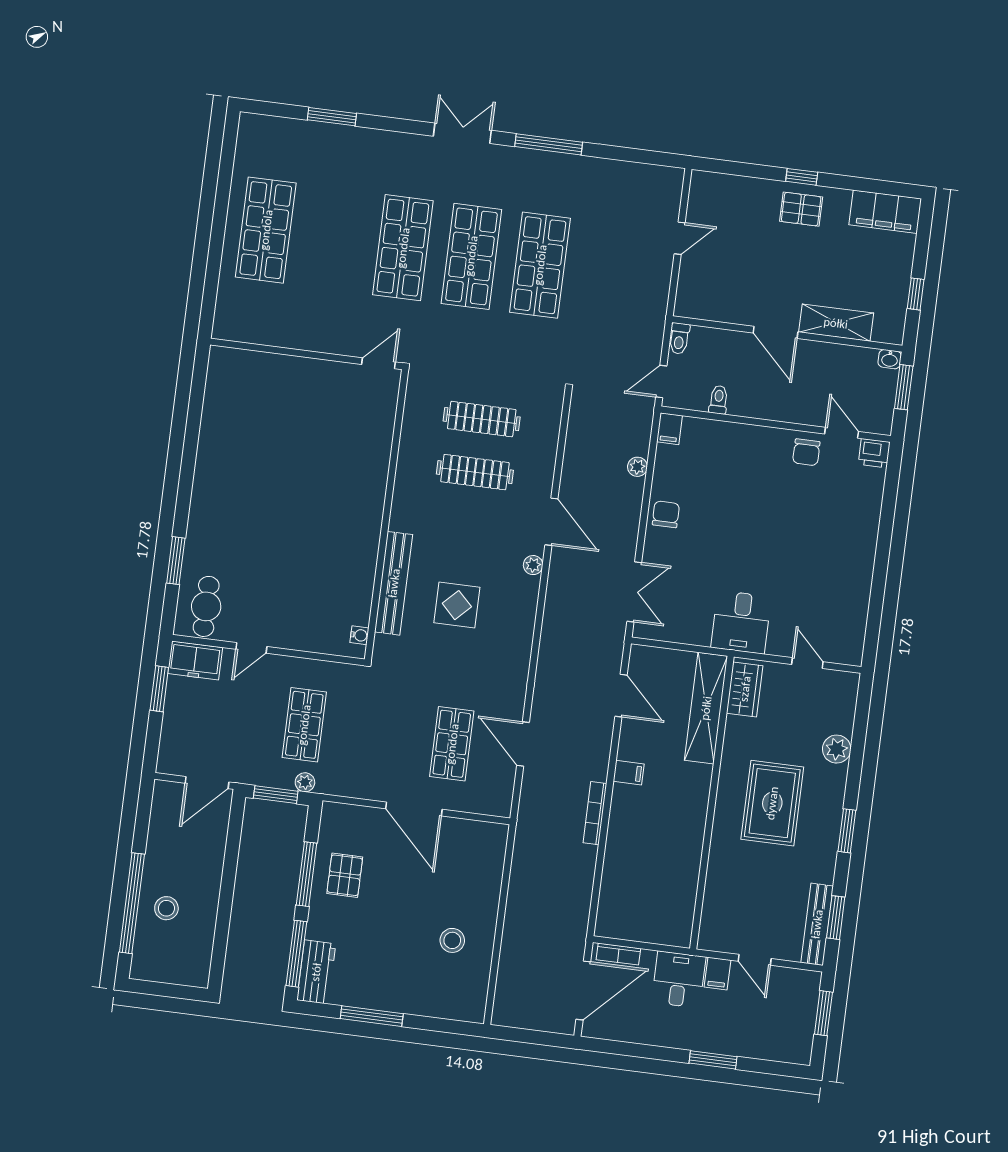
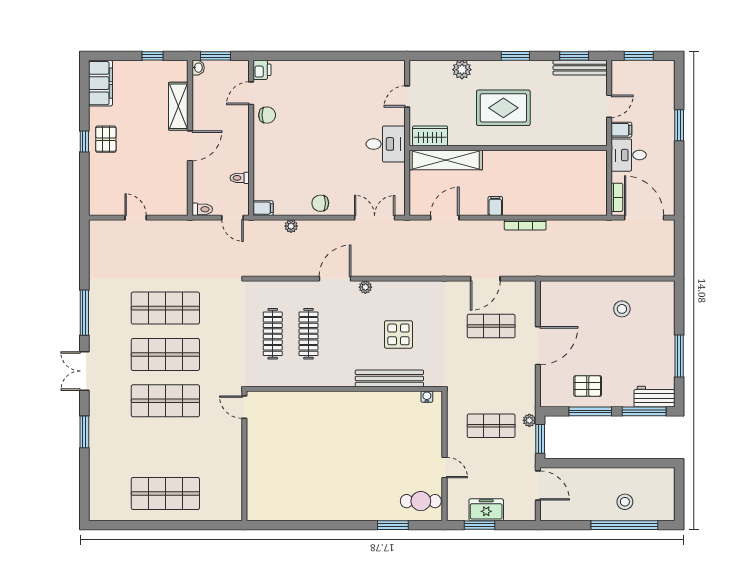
window: (332, 117) -> (84, 432), moved
freezer: (195, 661) -> (486, 510), moved, turned -90

